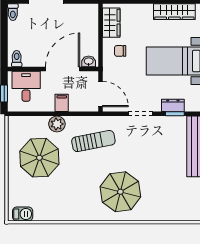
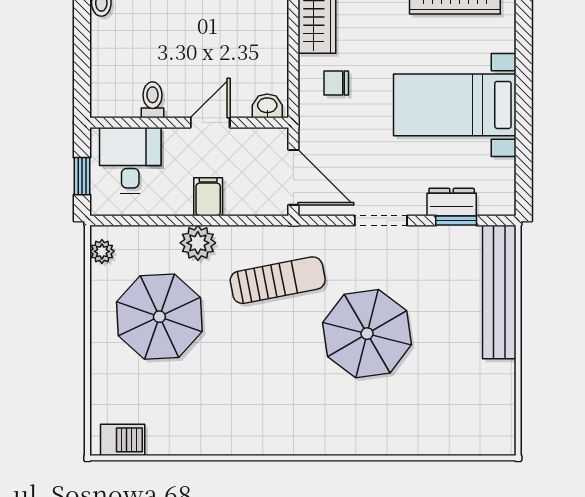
toilet: (17, 59) -> (152, 100), moved
door: (63, 69) -> (210, 123), width x0.53
plant: (13, 128) -> (102, 251), added
parasol: (120, 192) -> (367, 334), moved

